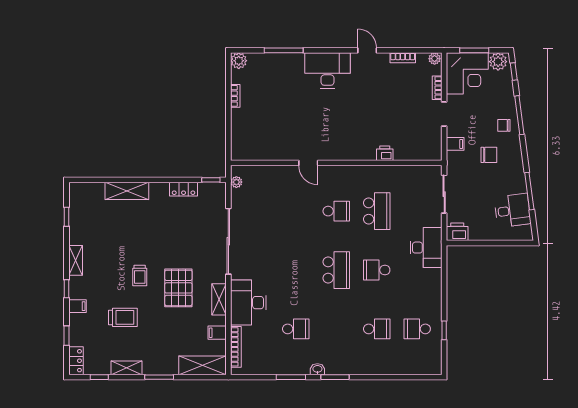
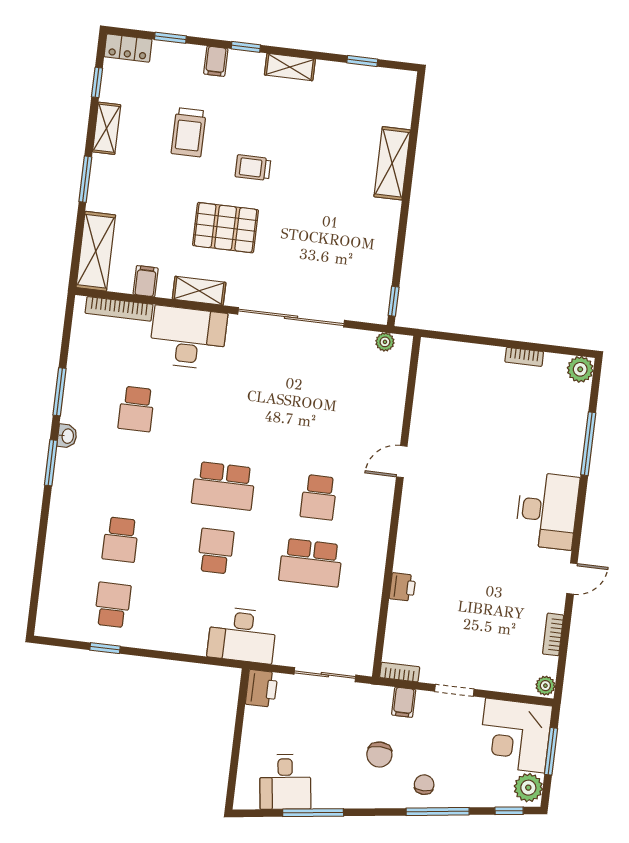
bookcase: (437, 88) -> (400, 672), moved
locker: (184, 189) -> (384, 255), removed

